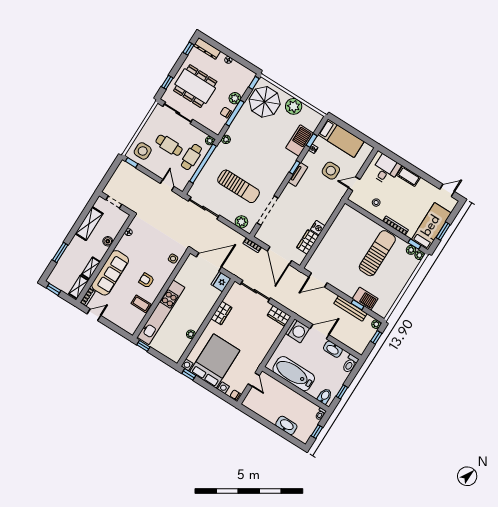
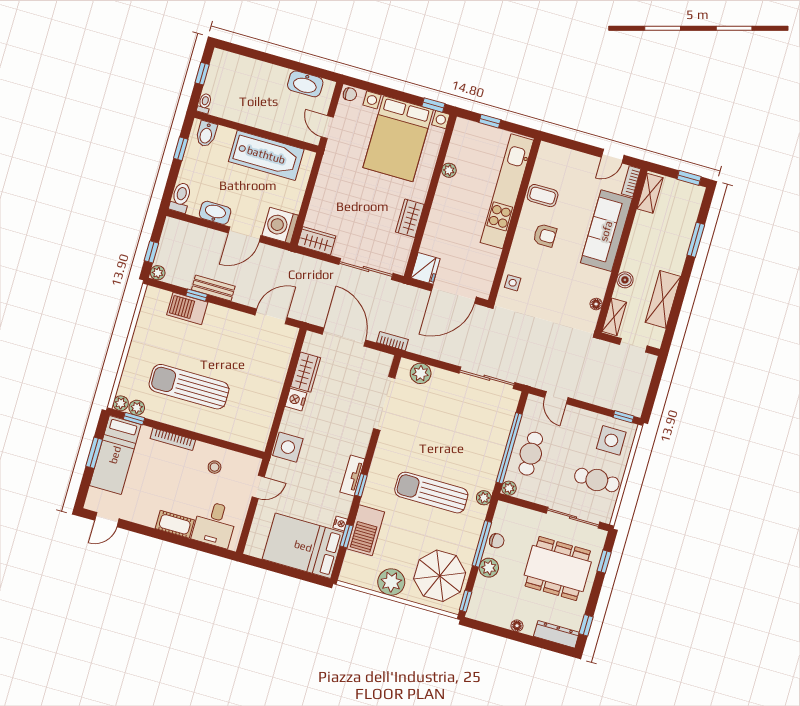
bed: (341, 138) -> (303, 546), width x1.50
cafe table: (169, 145) -> (597, 480), moved
side table: (331, 171) -> (288, 447), moved
sun lounger: (239, 186) -> (431, 493), moved
sun lounger: (377, 253) -> (189, 387), turned 90
shelving: (91, 268) -> (614, 317), moved
bench: (350, 308) -> (213, 288), width x0.73
window: (143, 346) -> (490, 121), moved
washbasin: (286, 425) -> (305, 84), moved

